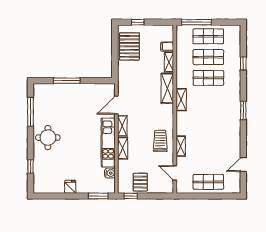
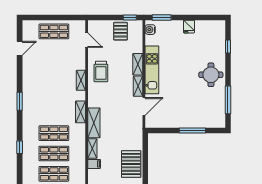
shelving: (181, 146) -> (81, 80), moved
water cooler: (110, 173) -> (150, 30), moved

